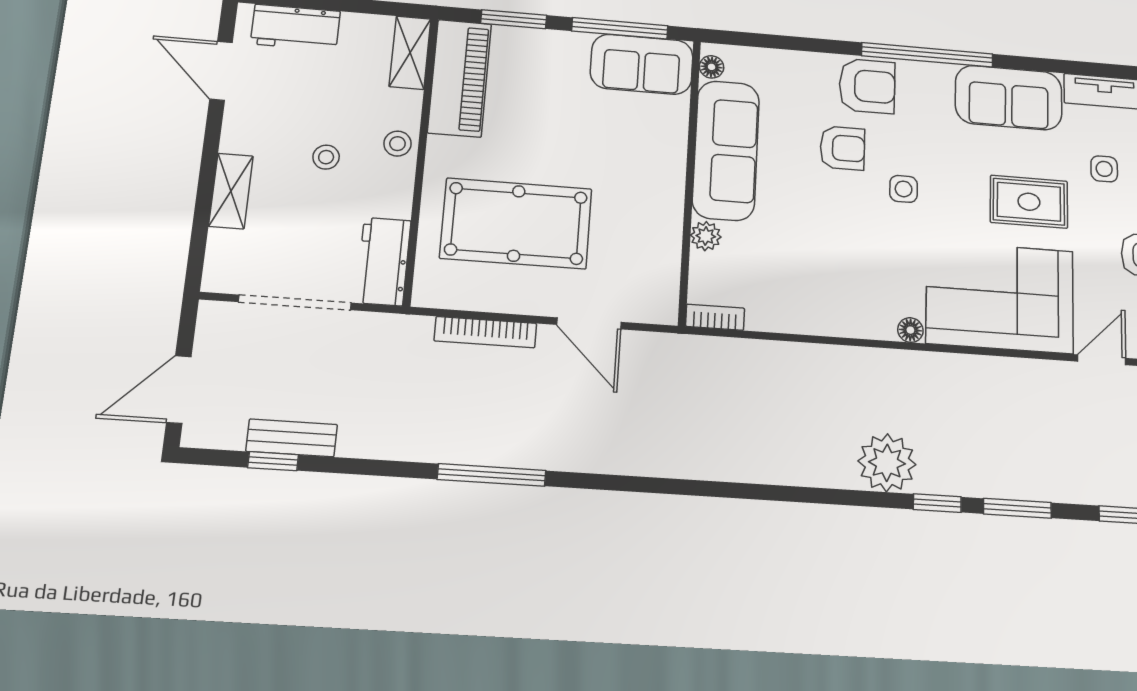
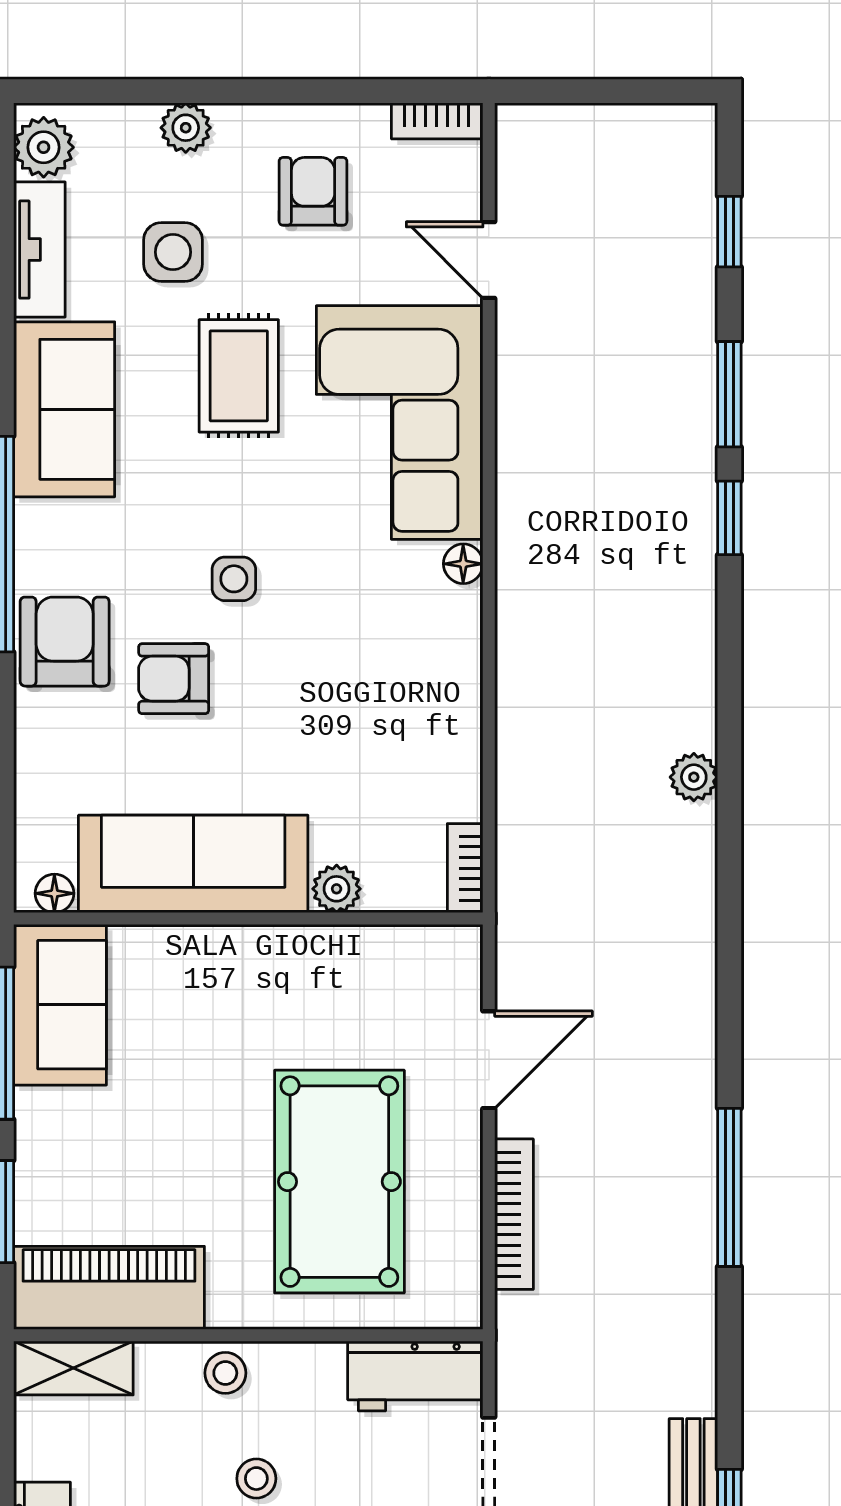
armchair: (842, 148) -> (174, 679), turned -90
side table: (1104, 169) -> (173, 252), width x1.37, depth x1.37
plant: (887, 463) -> (694, 777), moved, width x0.53, depth x0.53

